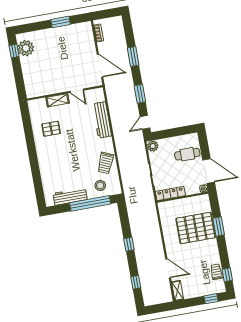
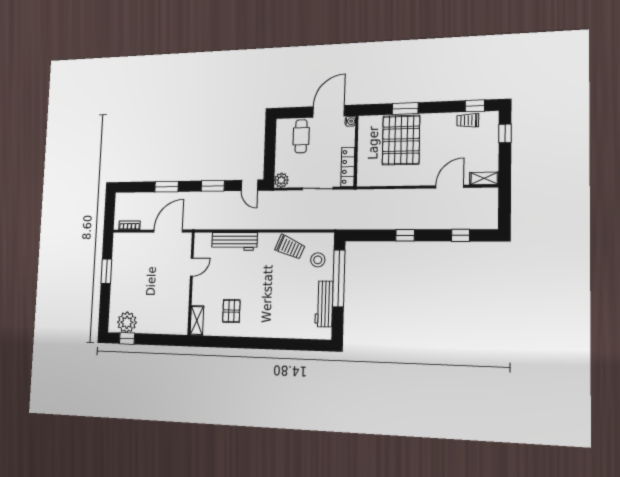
shelving: (58, 100) -> (197, 320), moved

